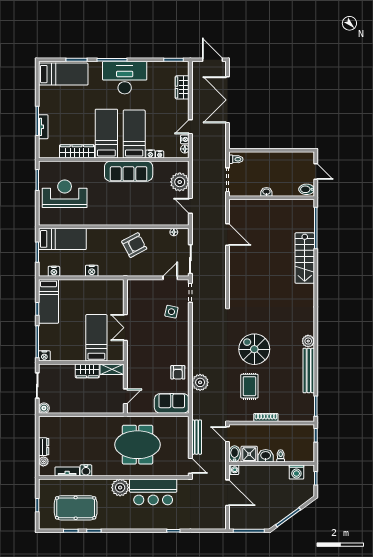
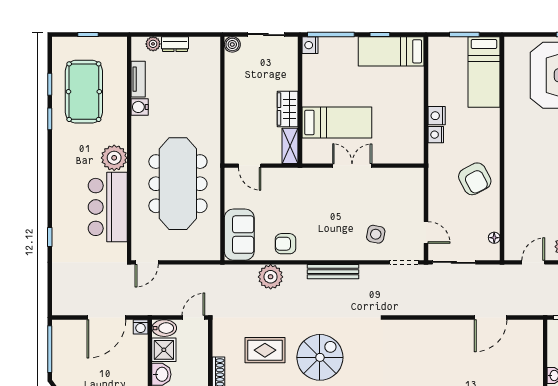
nightstand: (54, 271) -> (436, 135), moved
bench: (197, 437) -> (333, 272), moved
meeting table: (138, 445) -> (178, 184), width x1.36

